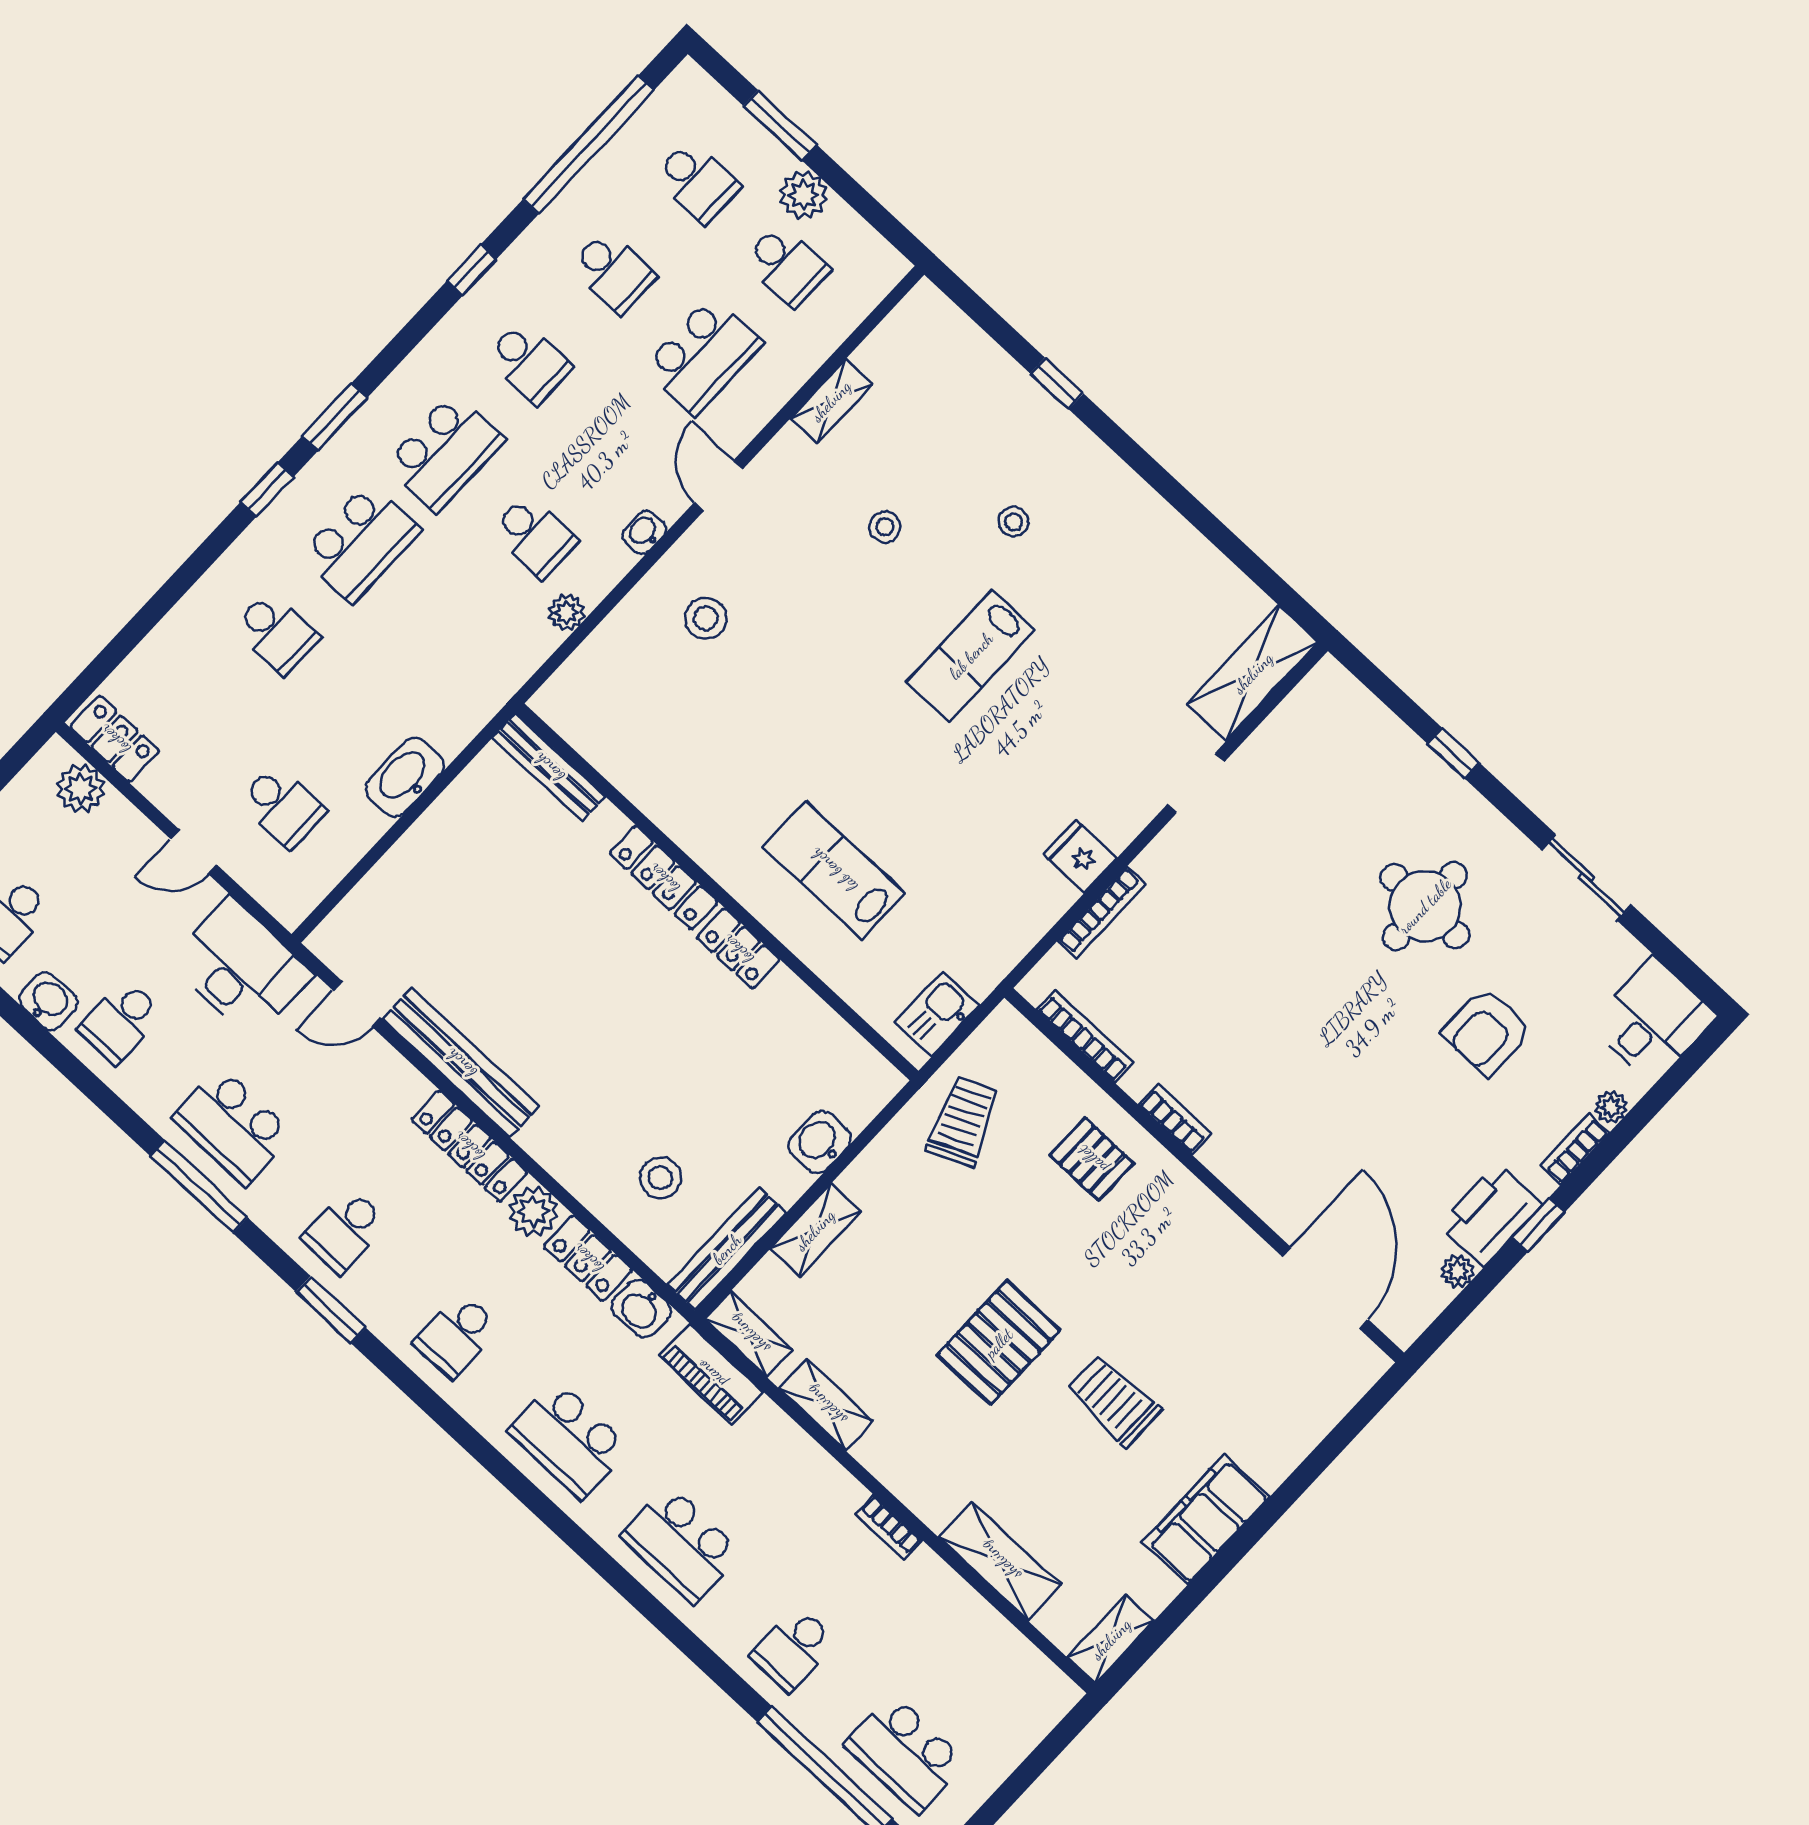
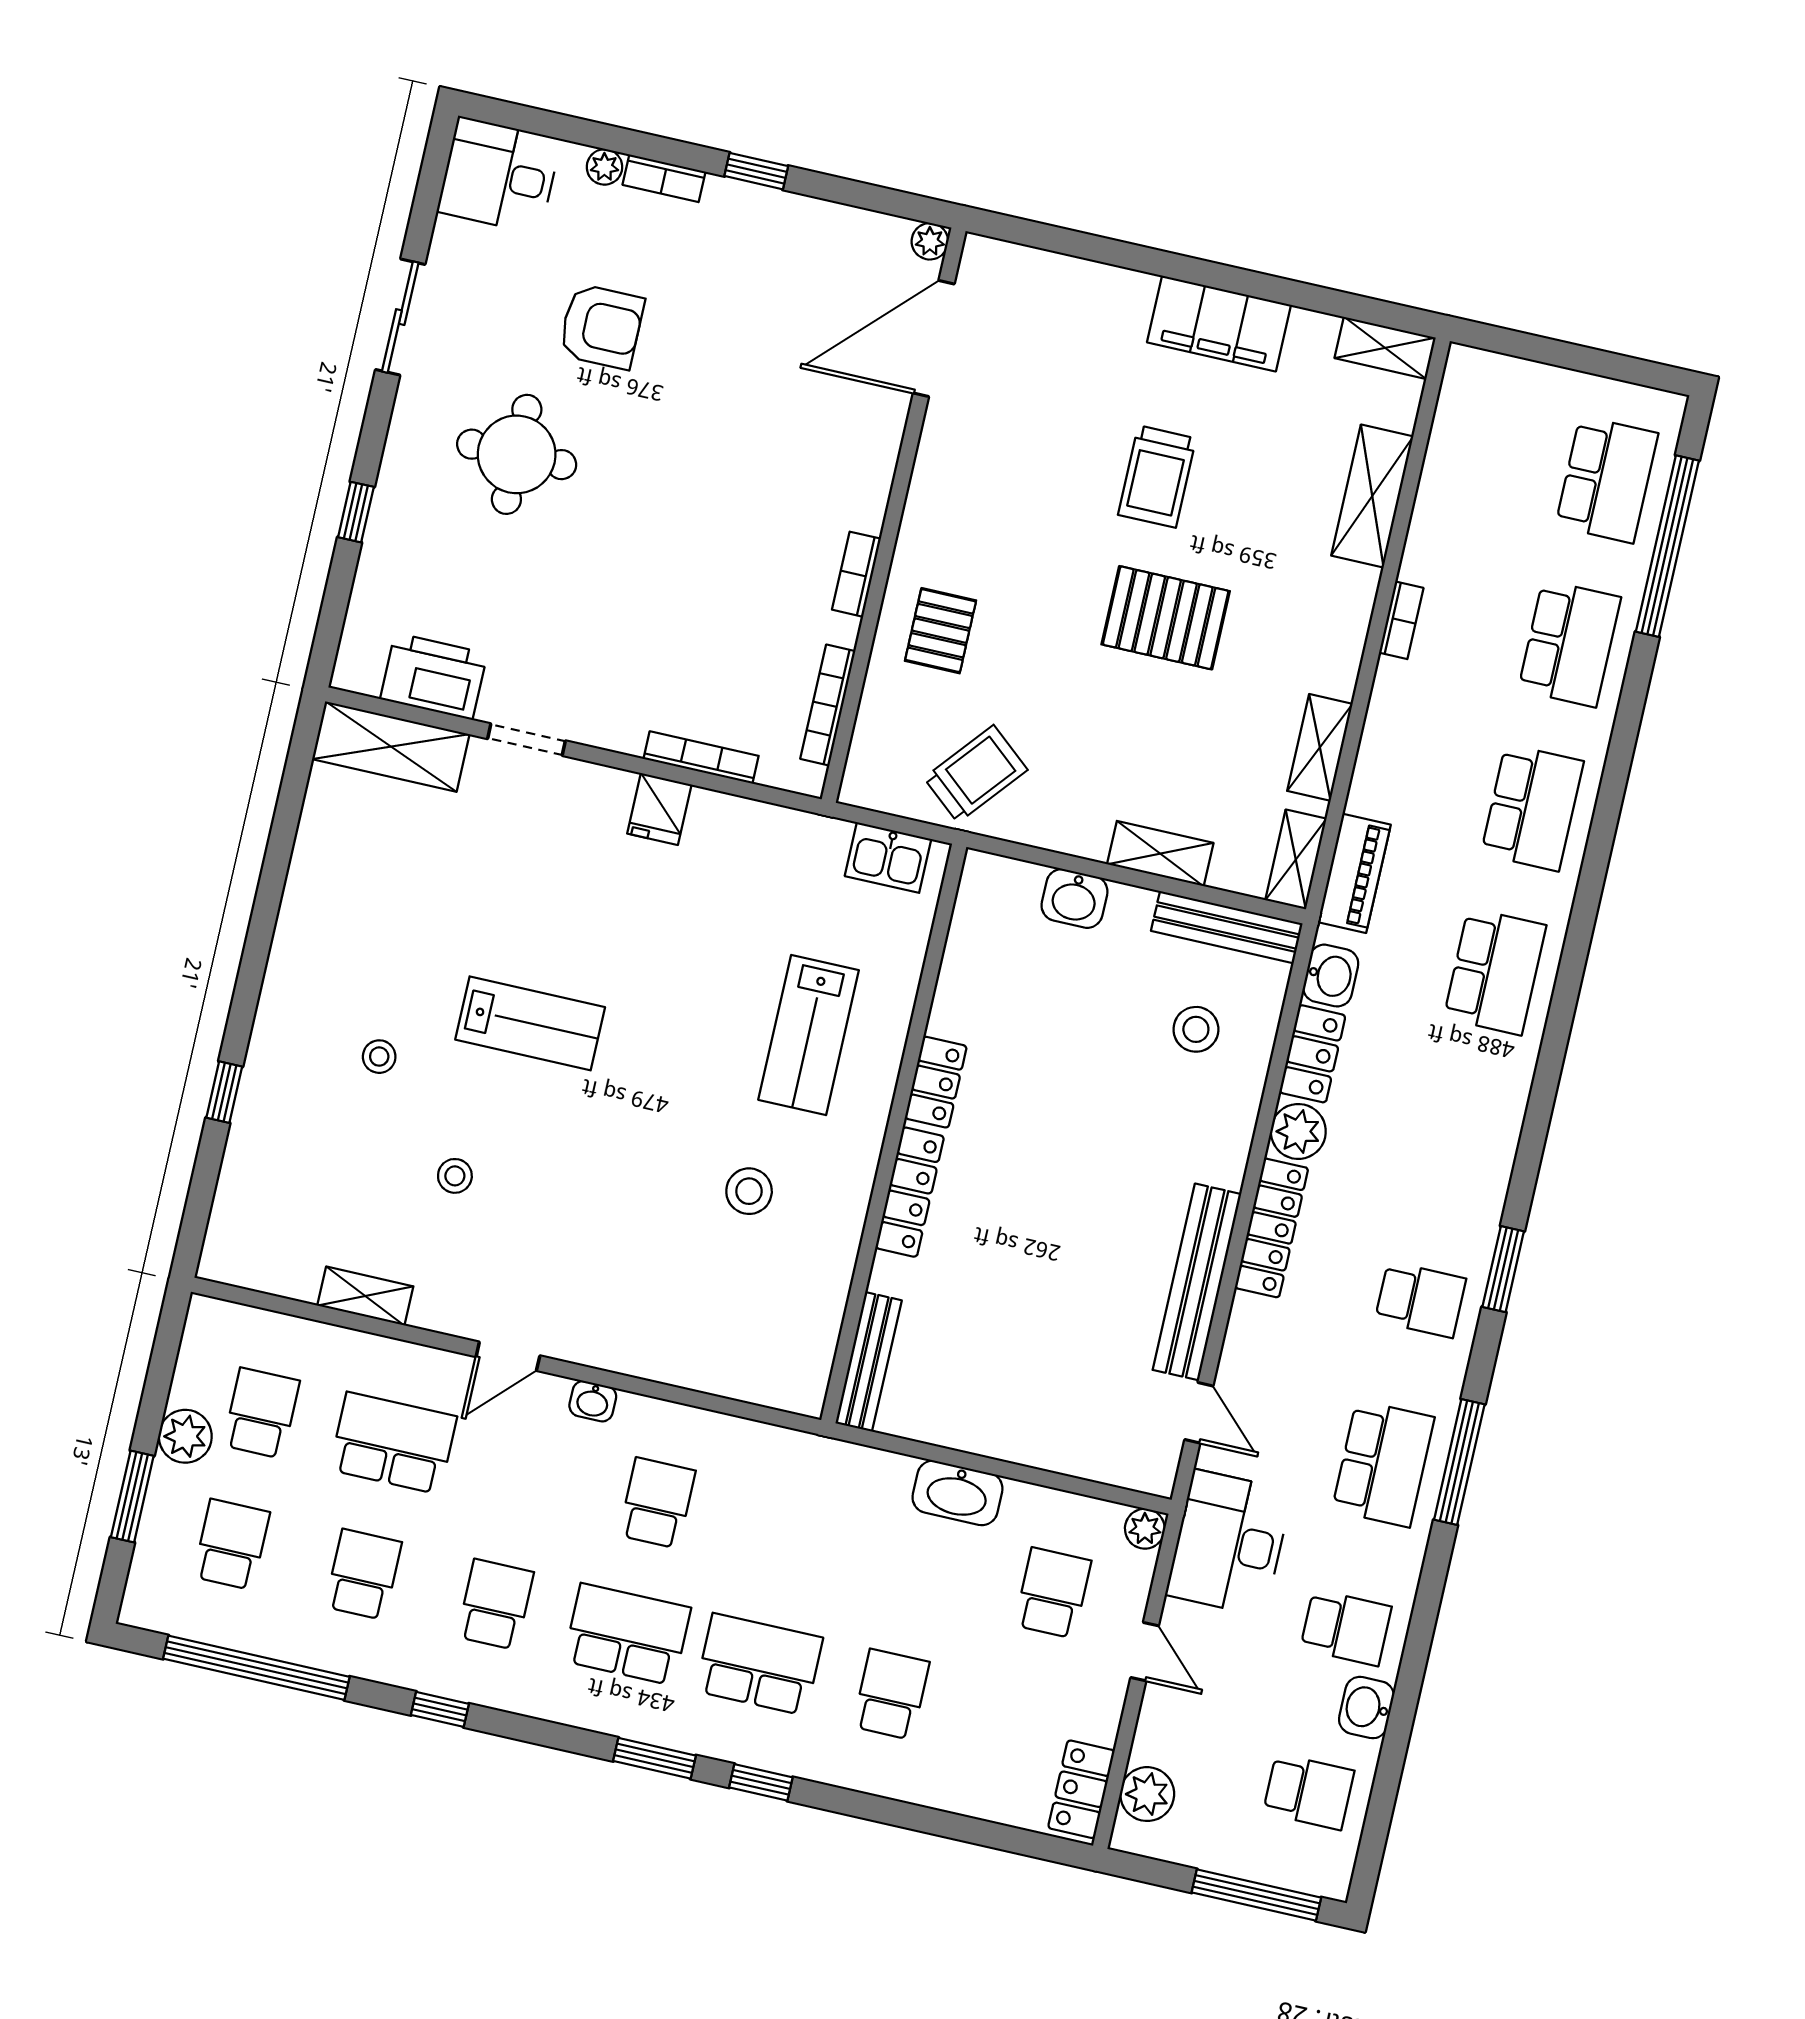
plant: (567, 612) -> (1145, 1529), moved
stool: (706, 618) -> (749, 1191), moved
trolley: (963, 1121) -> (976, 774), turned 153
printer: (1490, 1215) -> (434, 676), moved, turned 180
plant: (1458, 1271) -> (930, 241), moved
school desk: (457, 1335) -> (1458, 1136), removed
school desk: (793, 1649) -> (1569, 644), width x1.85

